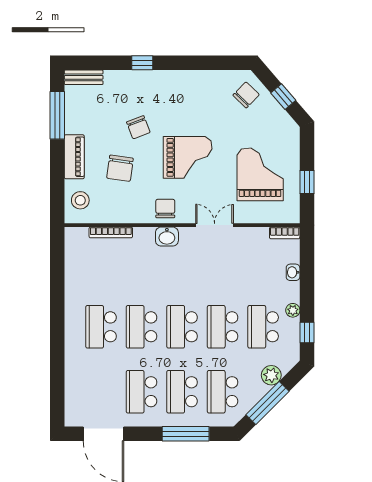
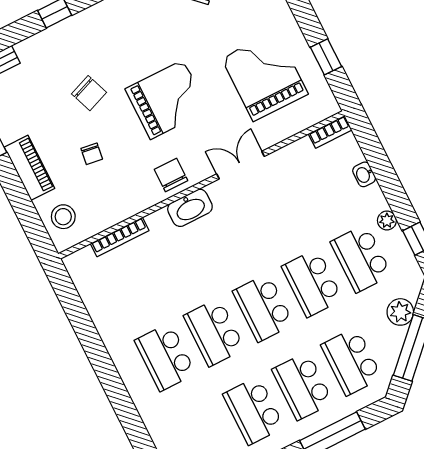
chair: (120, 168) -> (92, 154), width x0.54, depth x0.54
washbasin: (167, 237) -> (190, 208), width x1.38

